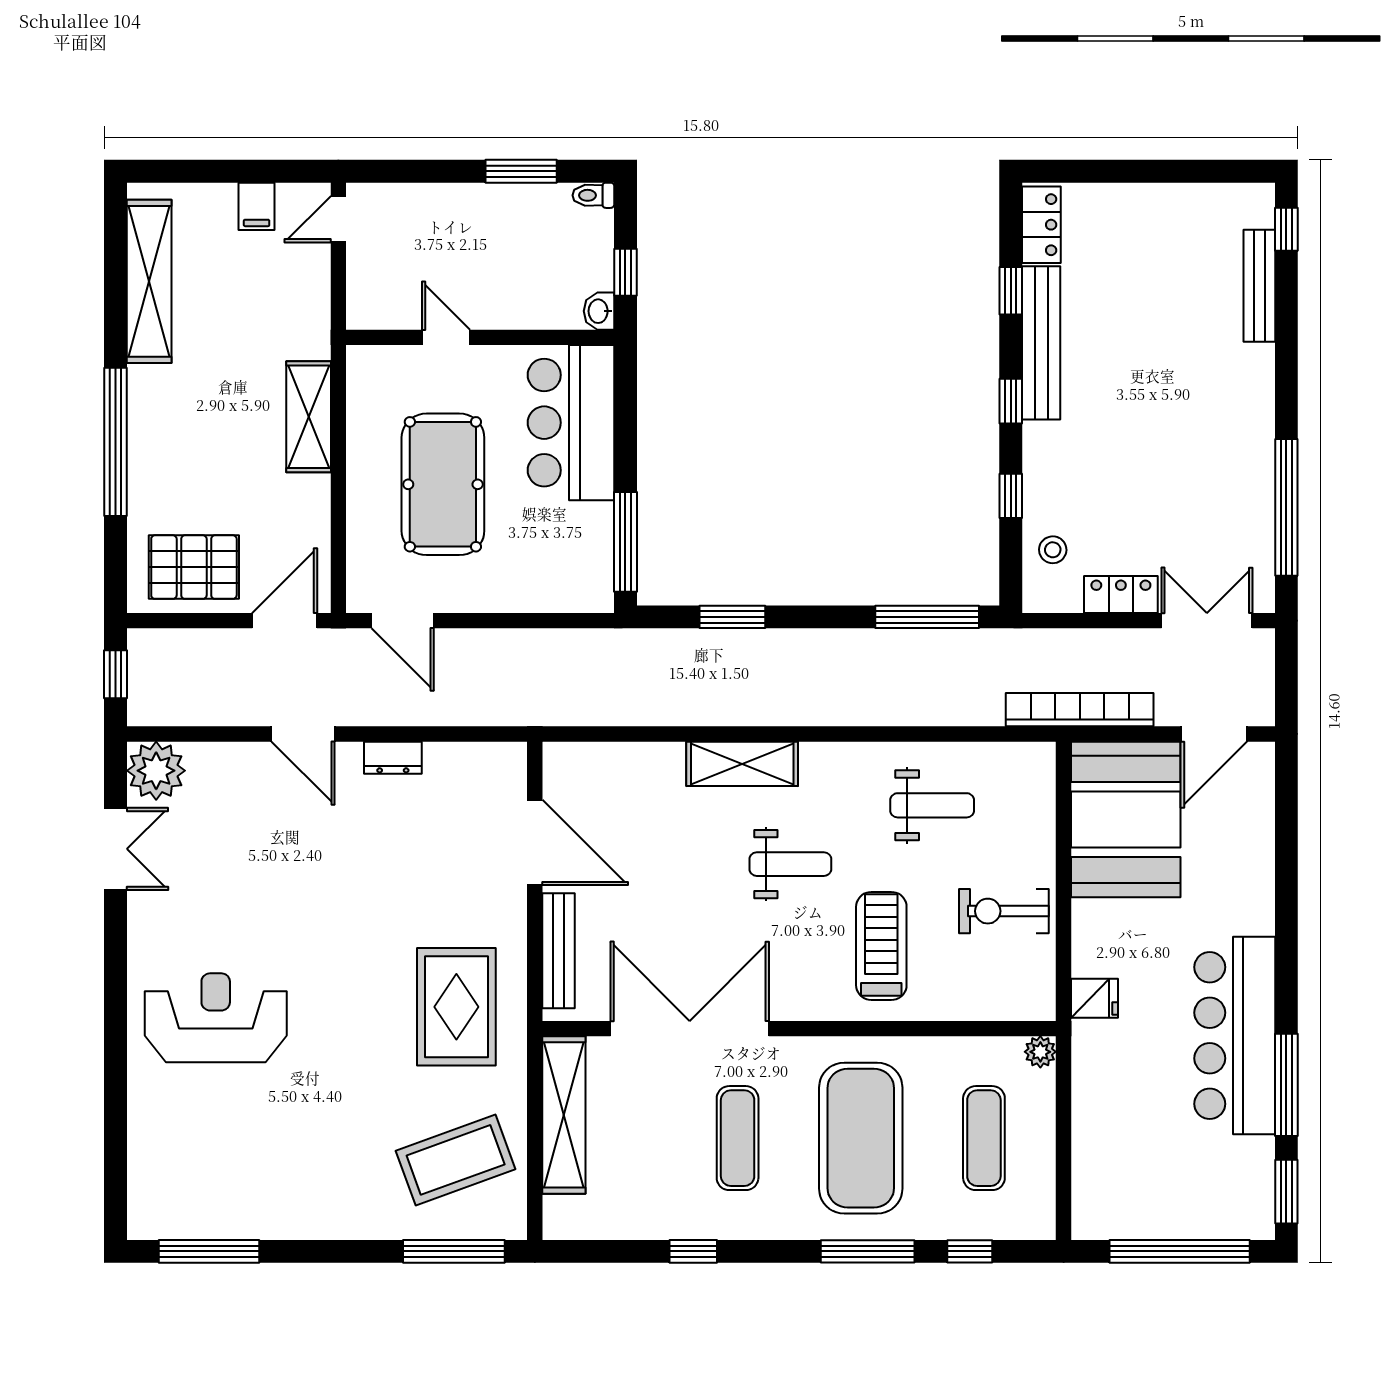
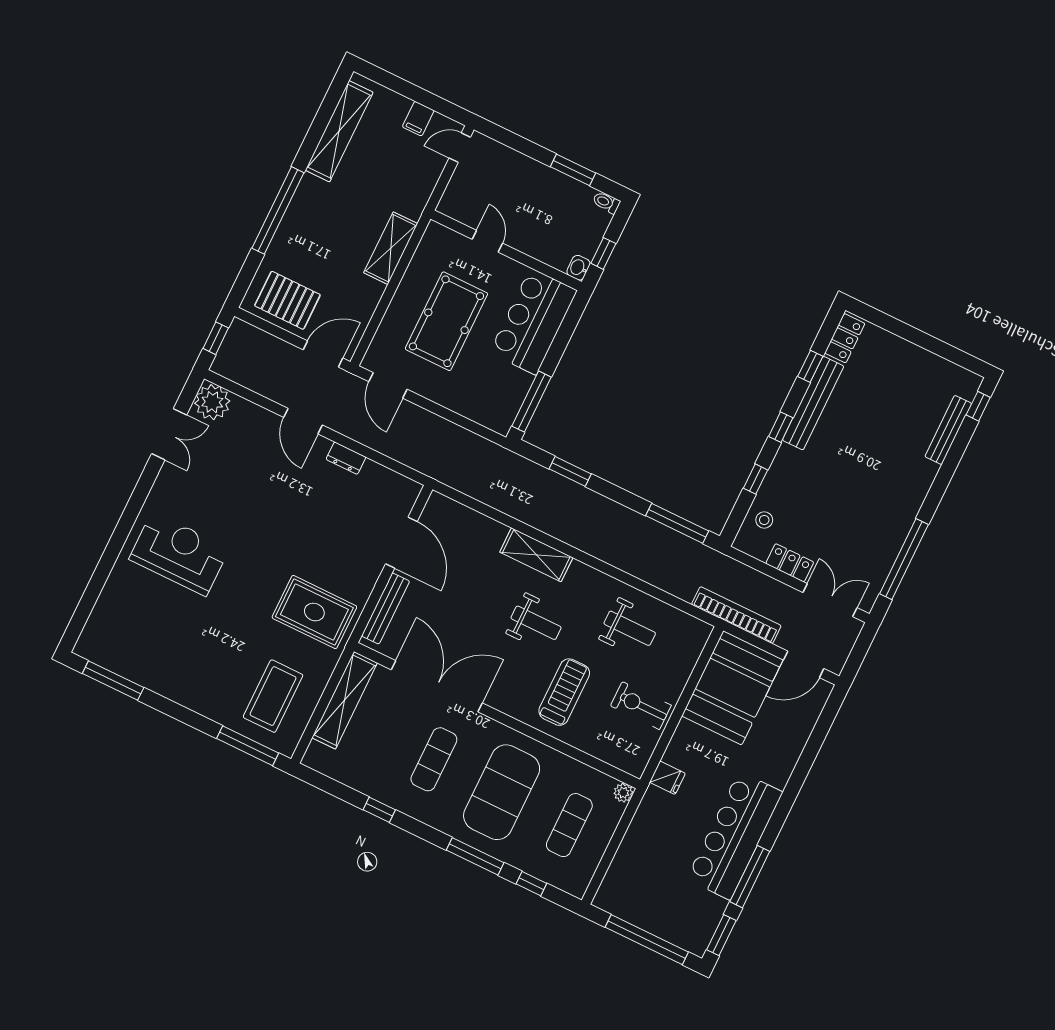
rug: (456, 1007) -> (314, 612), turned 90
coffee table: (456, 1160) -> (273, 696), turned -70

